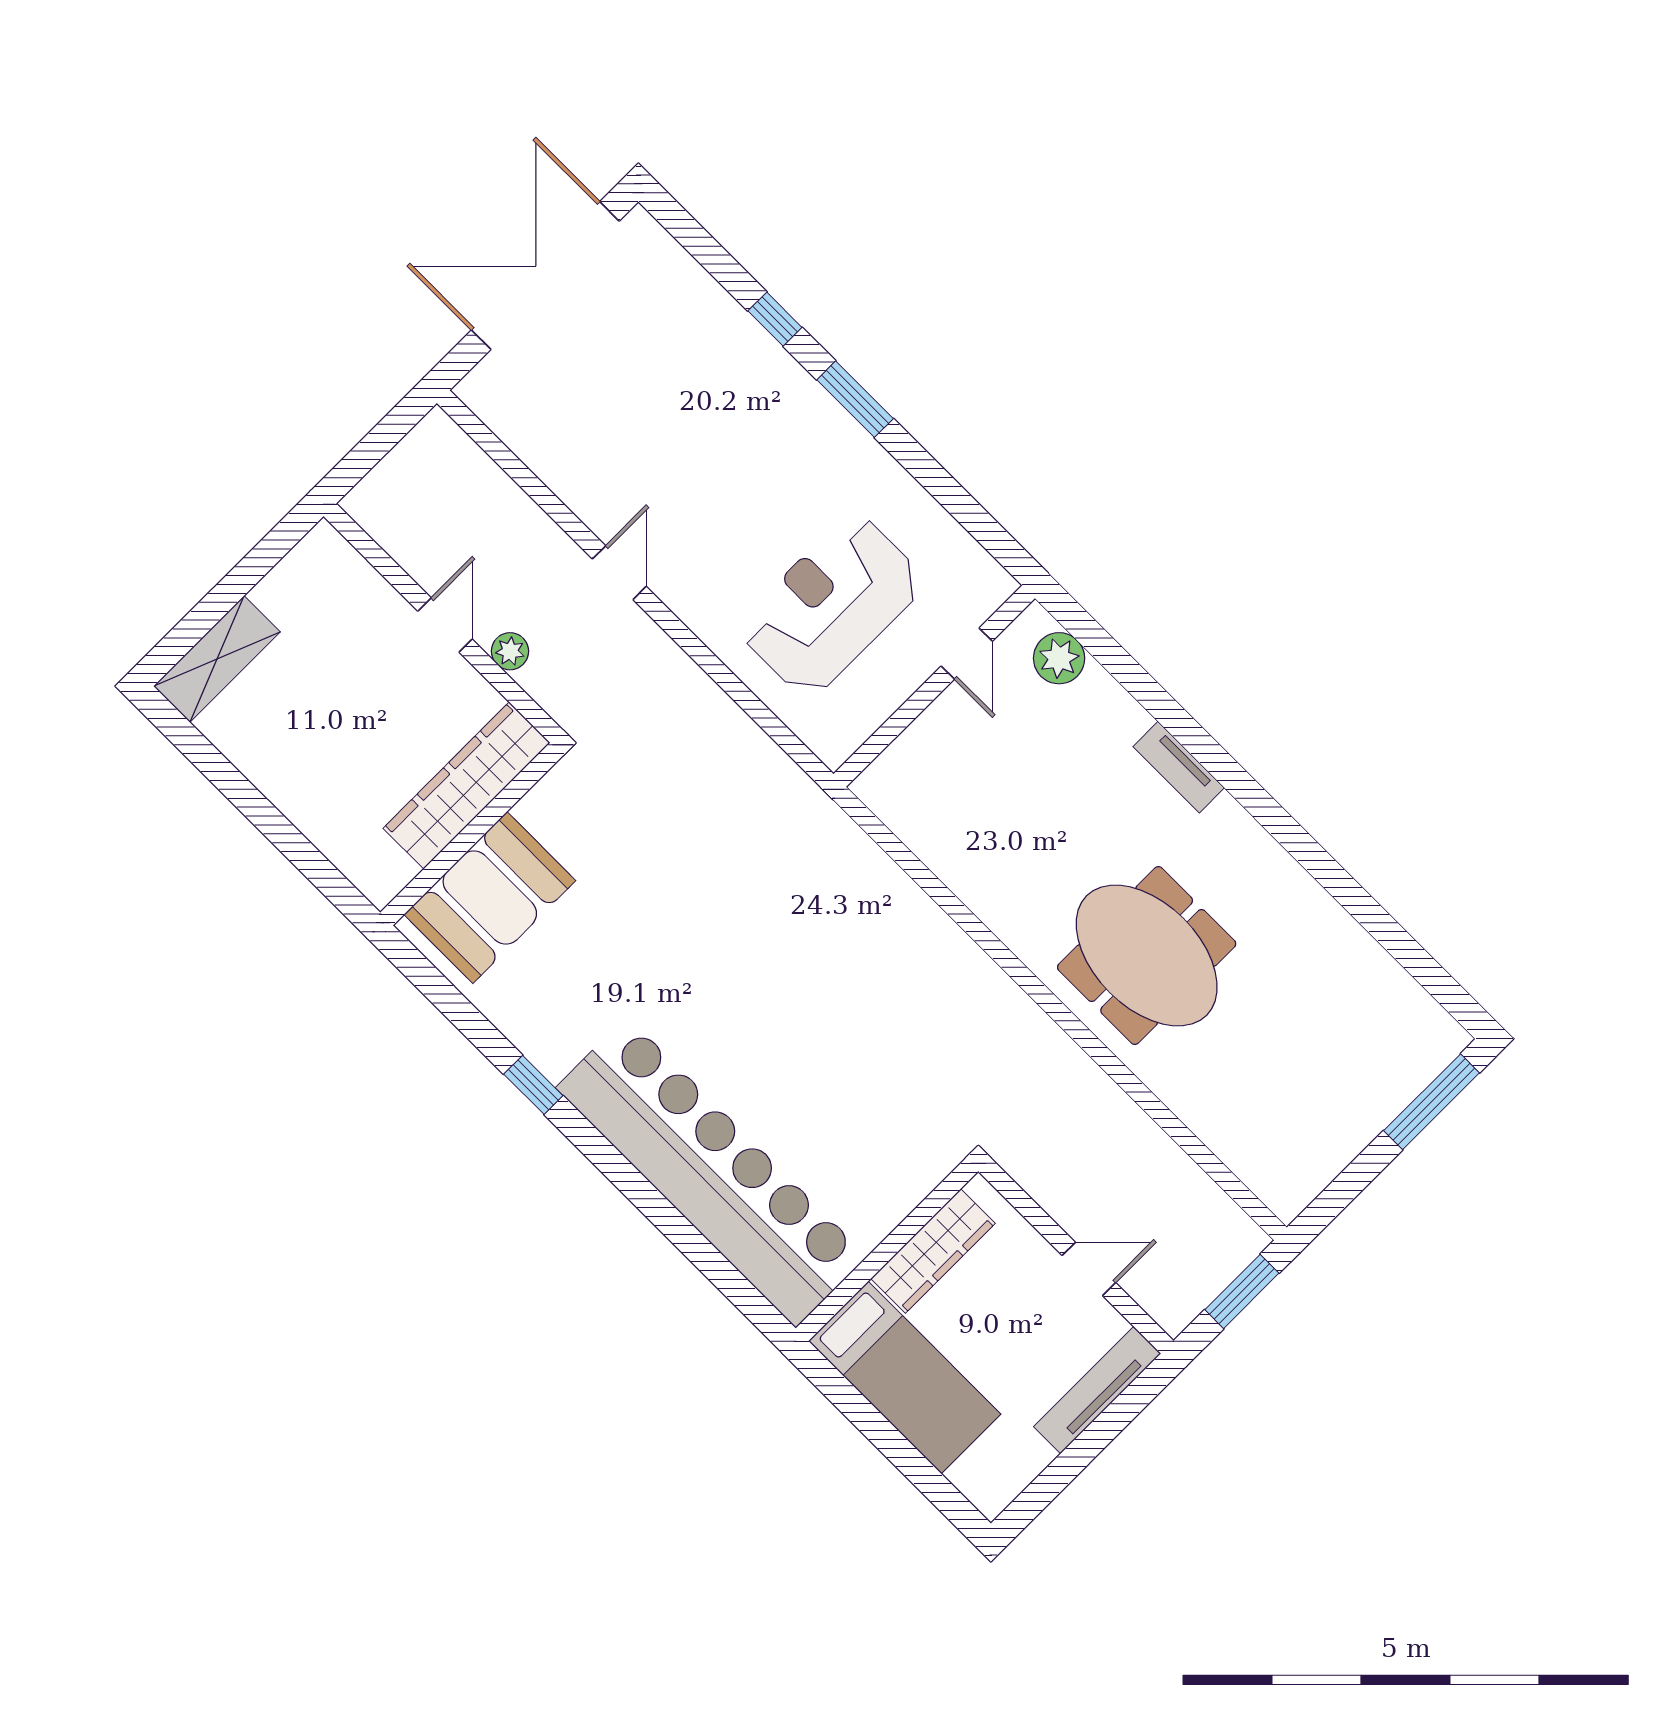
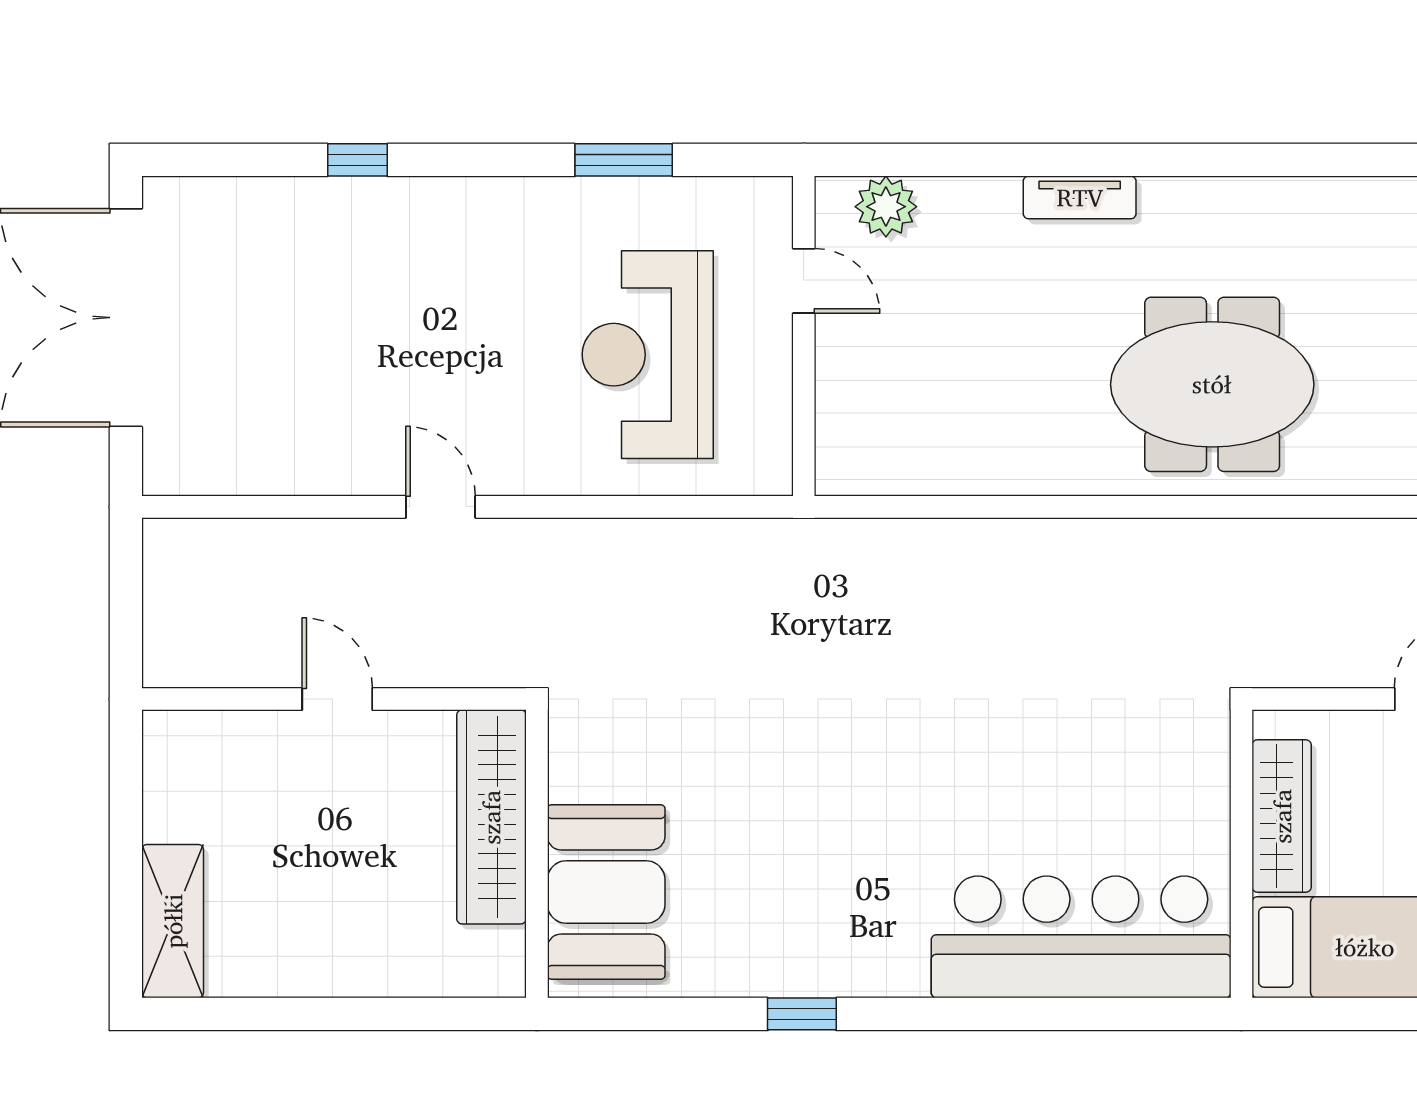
window: (855, 399) -> (624, 160), moved
plant: (510, 651) -> (414, 666), removed
bar counter: (711, 1172) -> (1081, 937), width x0.73

